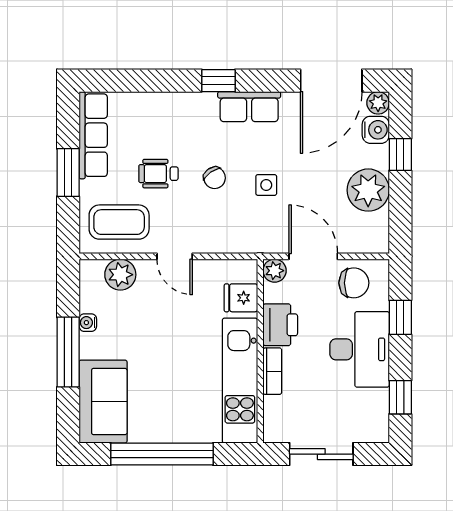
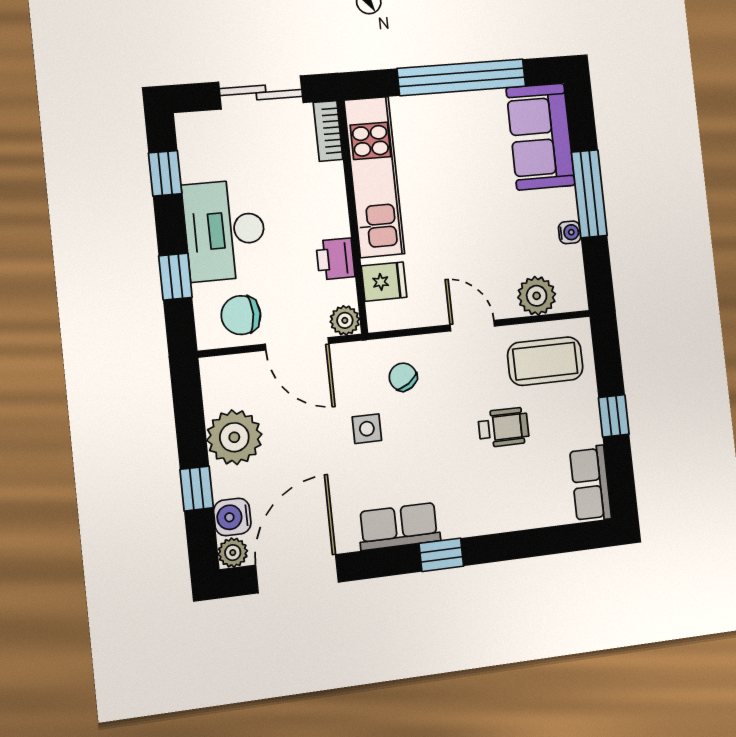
row of seats: (93, 135) -> (591, 484), width x0.68
window: (68, 173) -> (614, 416), width x0.67
chair: (215, 178) -> (403, 377), moved
printer: (280, 325) -> (335, 259), width x0.73, depth x0.81
bookcase: (272, 371) -> (328, 131), moved

